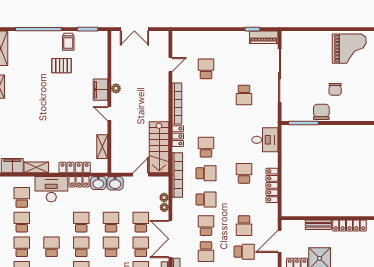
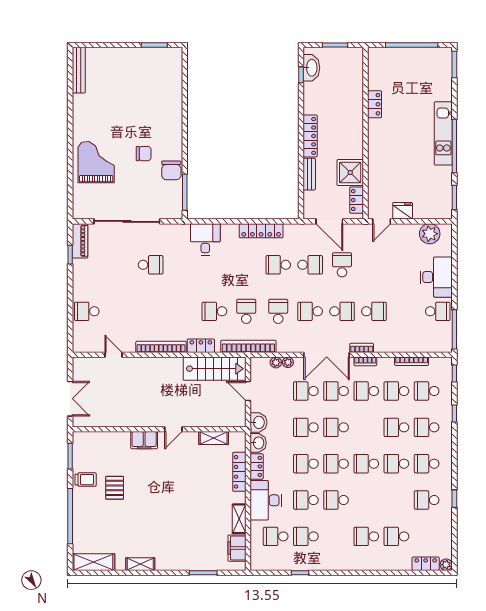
grand piano: (349, 49) -> (96, 162), moved
school desk: (206, 69) -> (87, 311), moved
plant: (116, 88) -> (143, 421), removed
chair: (321, 112) -> (171, 170), turned -90
school desk: (244, 173) -> (278, 265), moved
school desk: (22, 247) -> (306, 500), moved

